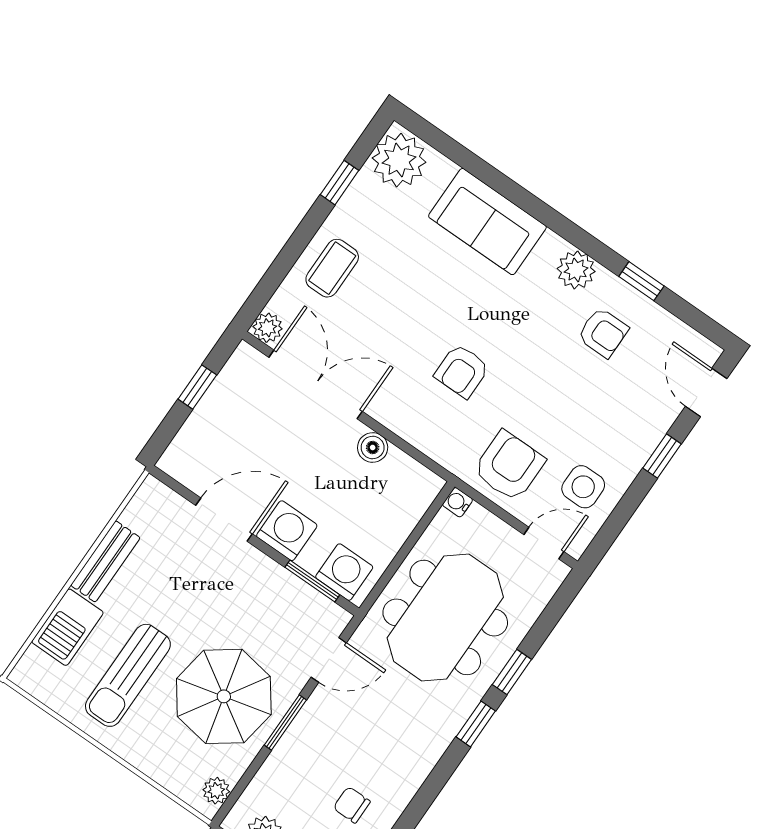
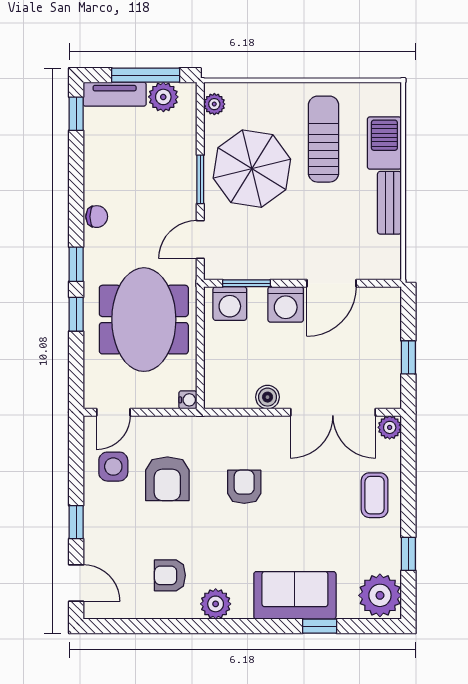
window: (641, 281) -> (320, 626), moved
armchair: (509, 466) -> (167, 479), moved
chair: (352, 805) -> (97, 217), moved

